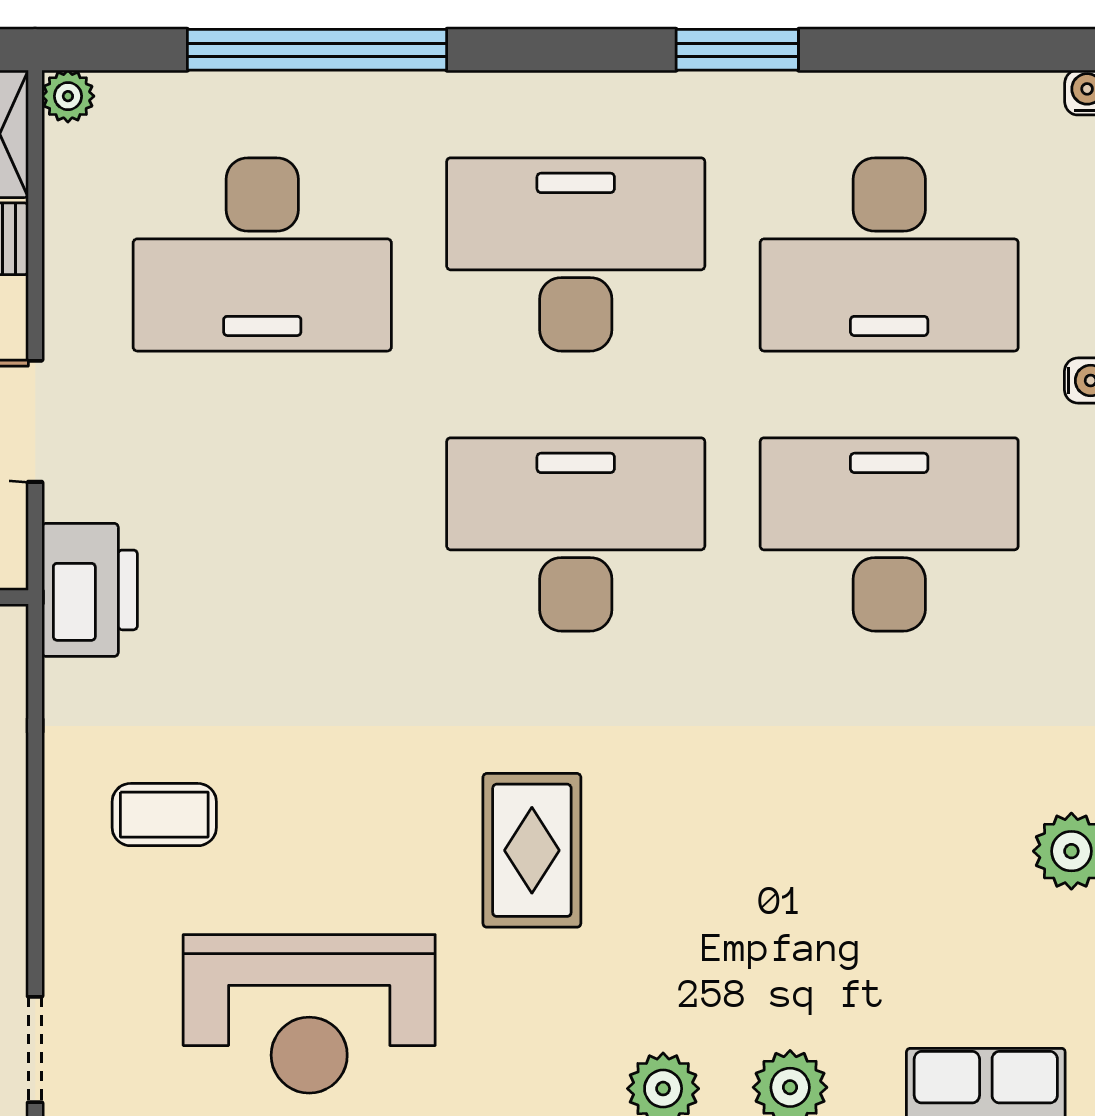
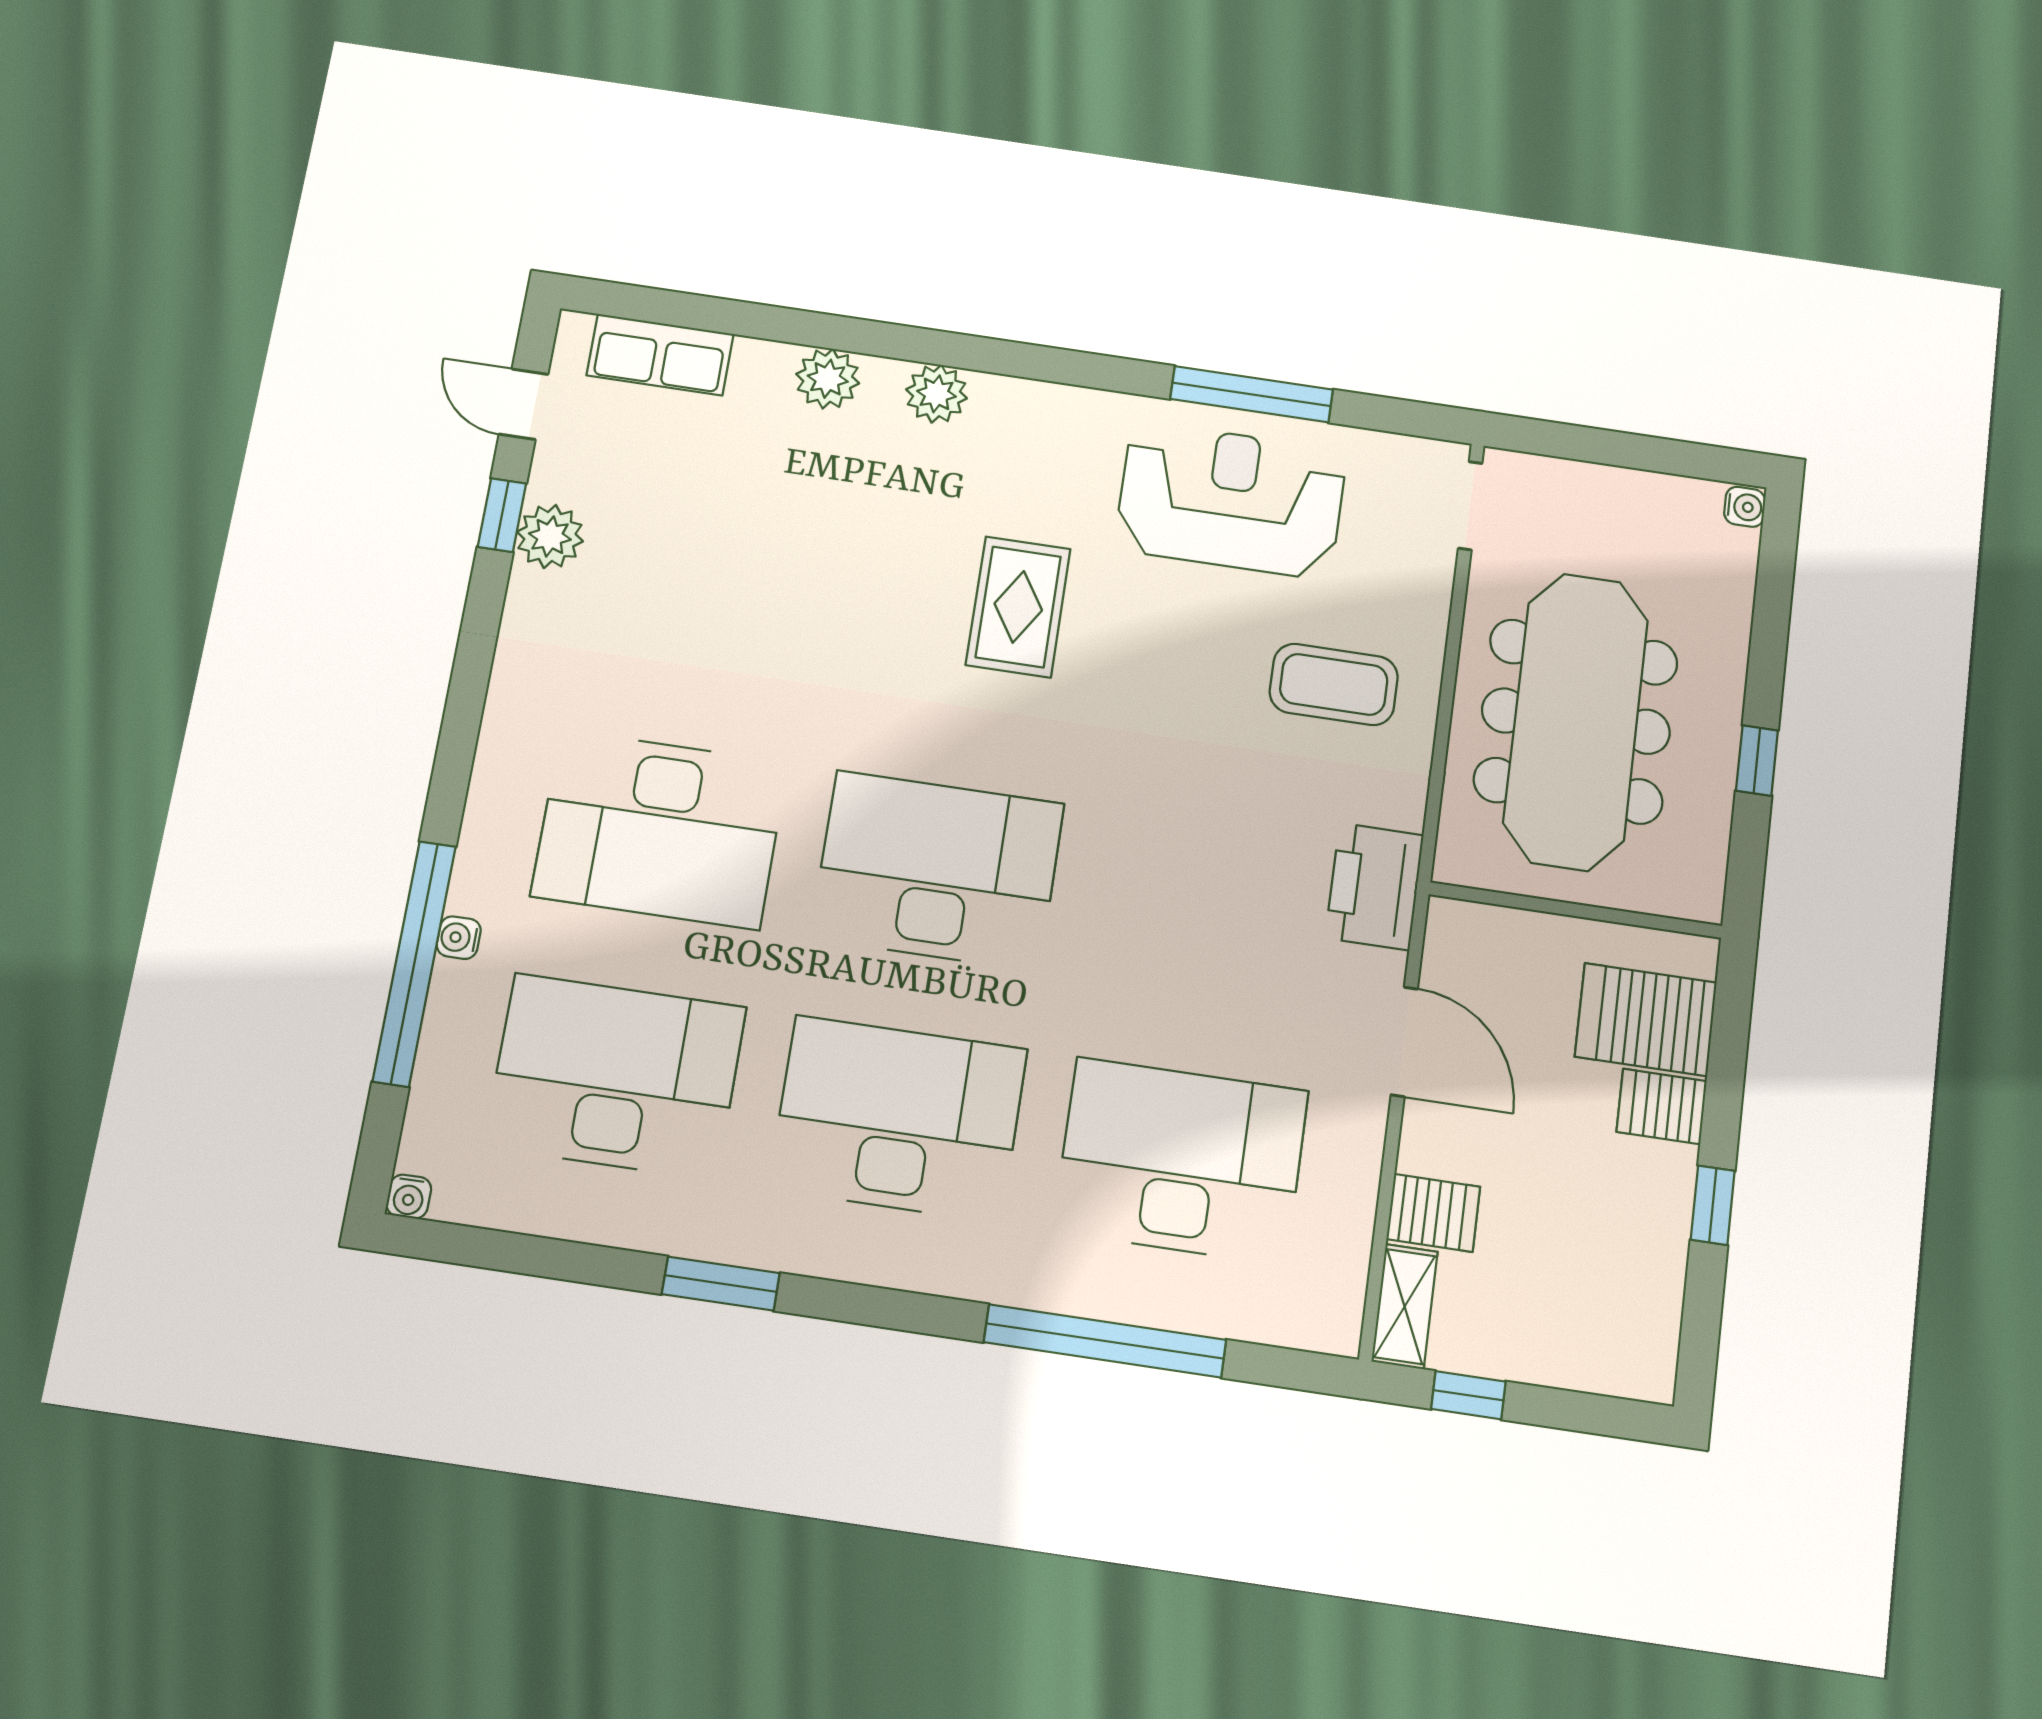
plant: (68, 96) -> (1338, 1332), removed
desk: (576, 254) -> (898, 1119), turned 180
desk: (576, 534) -> (937, 871), turned 180
coffee table: (164, 815) -> (1334, 684), width x1.36, depth x1.30

